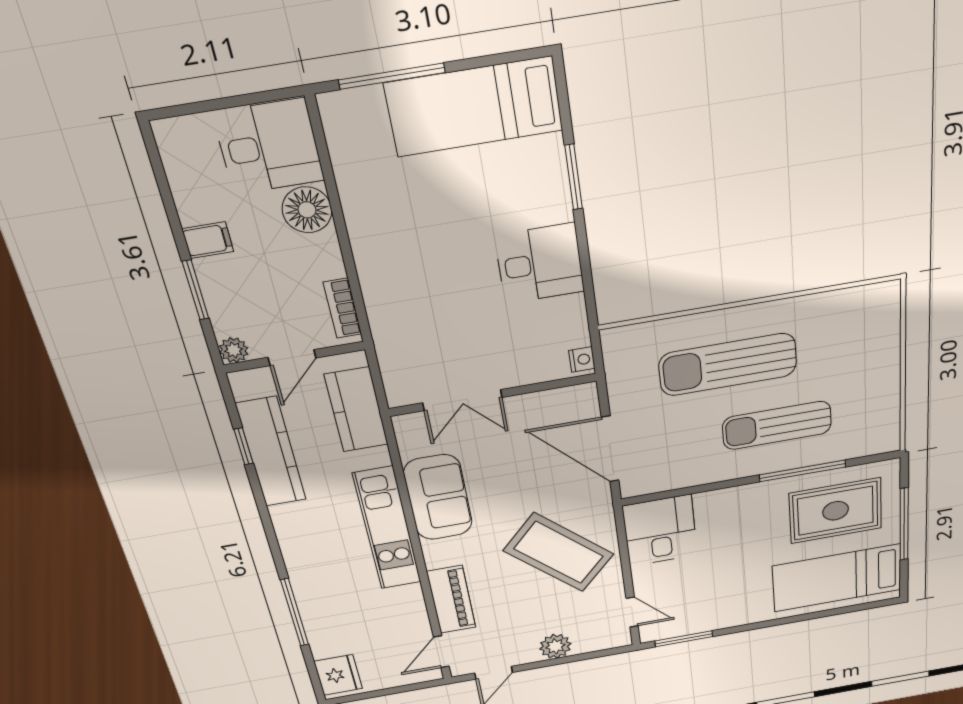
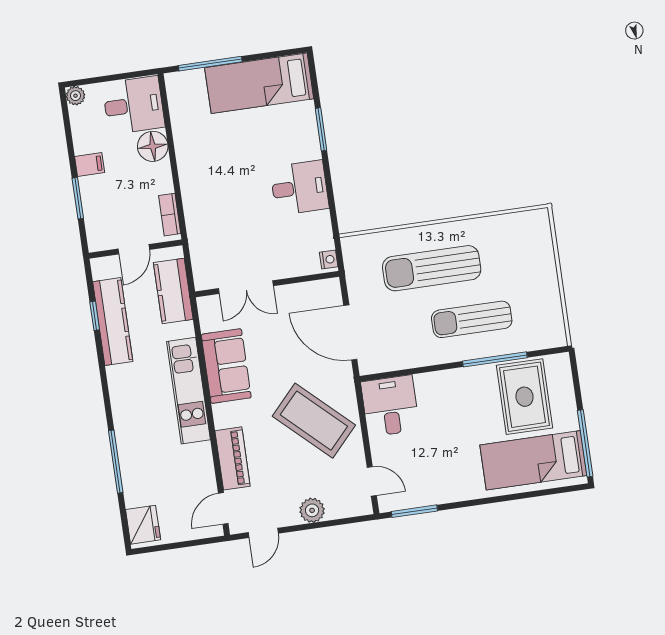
plant: (234, 350) -> (76, 96), moved
rug: (836, 511) -> (525, 397), turned 90
window: (904, 524) -> (585, 443), moved

